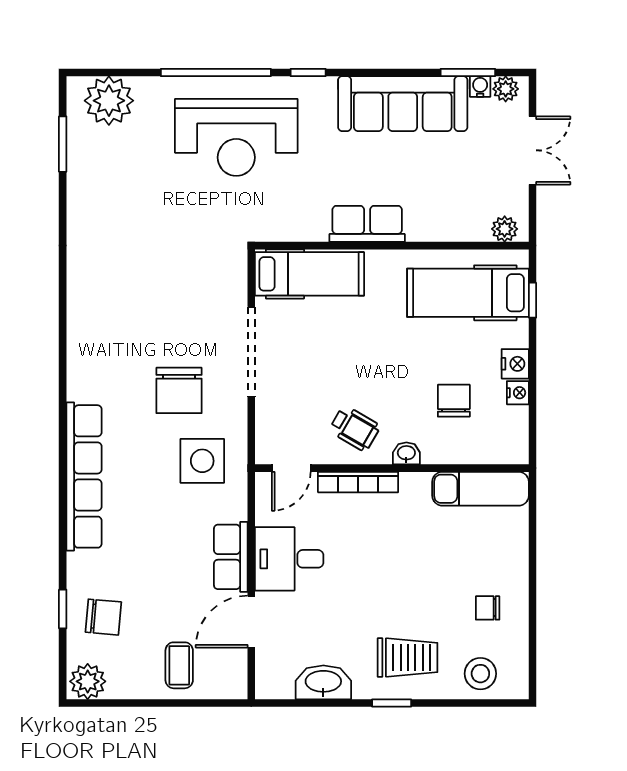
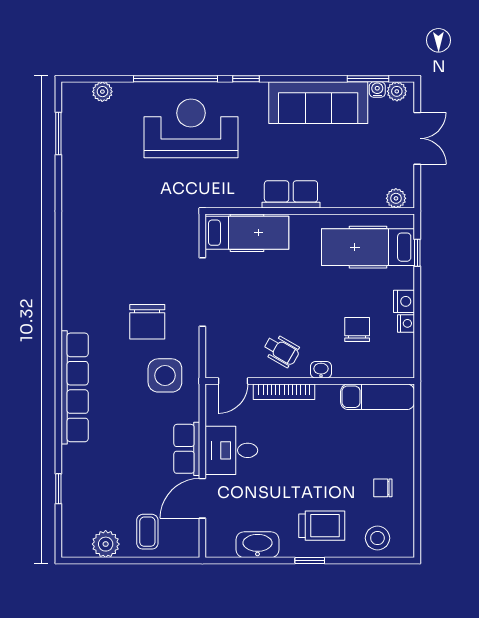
plant: (109, 101) -> (102, 92), width x0.53, depth x0.53
reception desk: (236, 137) -> (191, 128), turned 180
chair: (103, 617) -> (89, 495), removed
plant: (88, 681) -> (106, 544), moved

